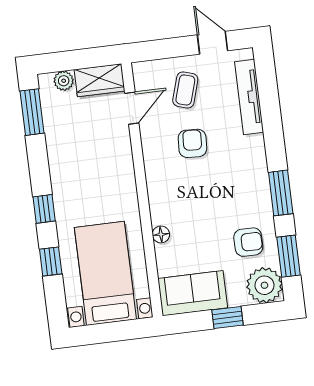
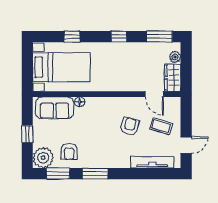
armchair: (192, 143) -> (130, 126), turned -79
window: (44, 209) -> (119, 37), moved
sofa: (193, 293) -> (55, 108), moved, turned 90

